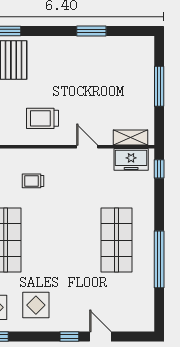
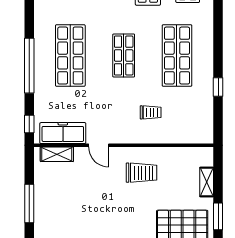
freezer: (131, 159) -> (63, 133), width x1.40
shop shelf: (61, 240) -> (124, 56), added
window: (159, 259) -> (29, 66), moved

